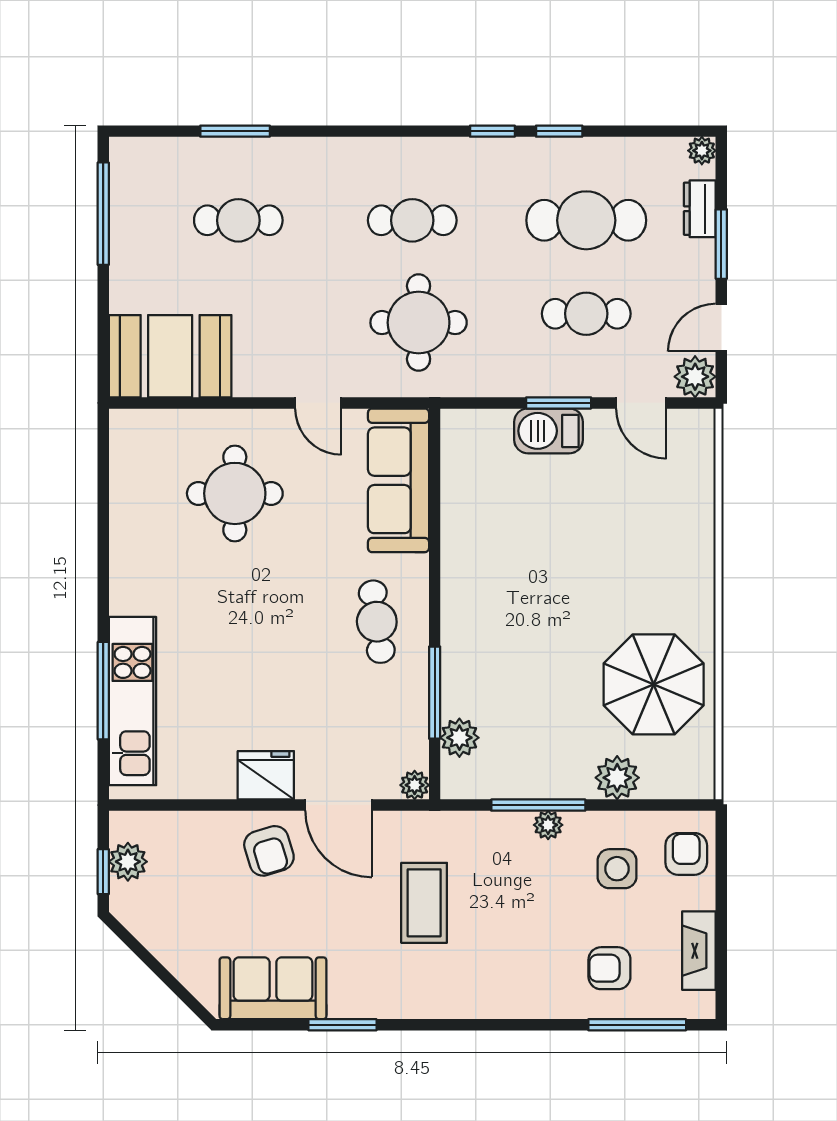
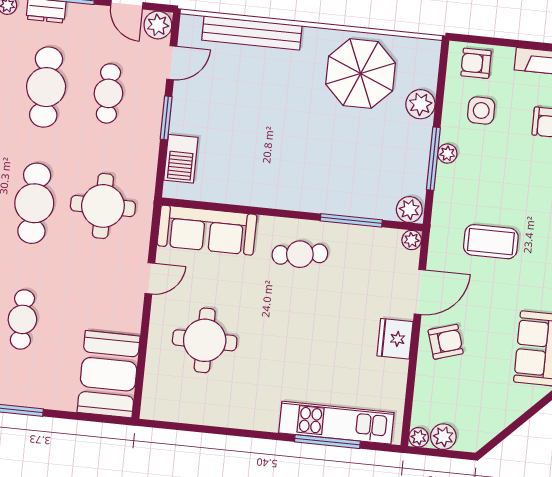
cafe table: (412, 220) -> (34, 203), width x1.37, depth x1.35
barbecue: (549, 431) -> (181, 159), moved
bench: (697, 517) -> (252, 33), added
plant: (459, 738) -> (409, 210), moved
plant: (123, 825) -> (419, 437), added
window: (103, 872) -> (448, 454), removed

